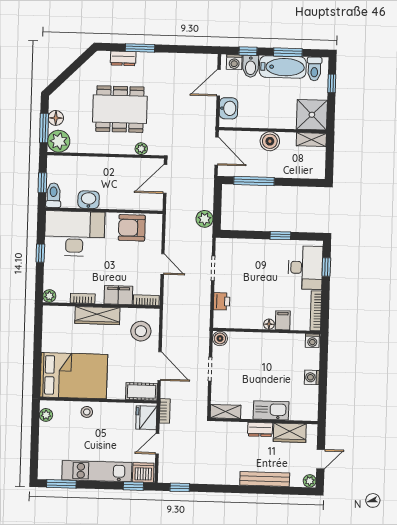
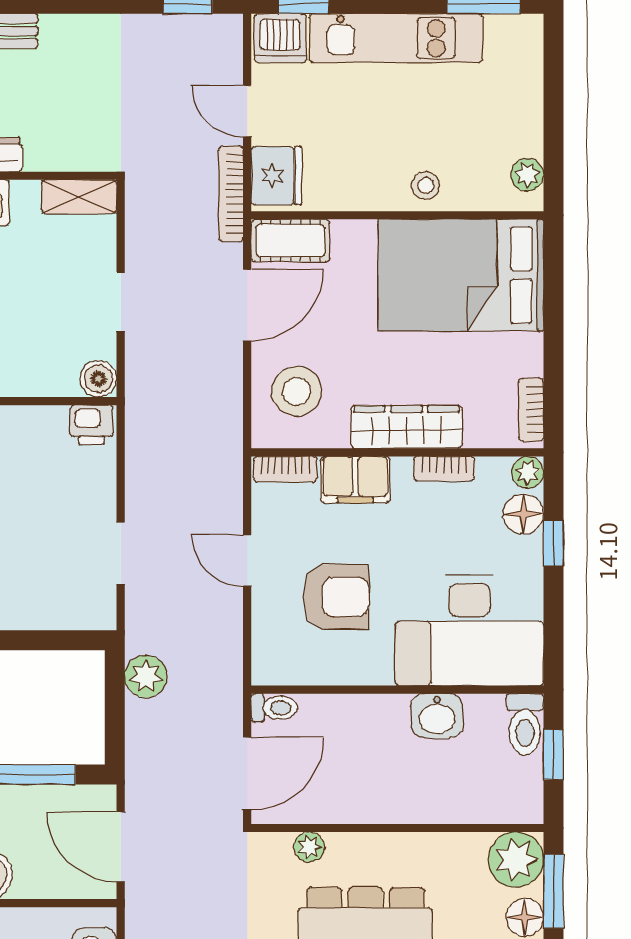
toilet: (154, 205) -> (274, 708), added
armchair: (132, 228) -> (336, 597), moved
window: (40, 253) -> (554, 543), moved
floor lamp: (52, 279) -> (523, 514), added
printer: (222, 301) -> (92, 425), moved, turned -90
bookcase: (47, 321) -> (531, 410), added
door: (160, 366) -> (247, 305), swing flipped
bookcase: (165, 411) -> (231, 194), width x1.56
door: (157, 444) -> (247, 111), swing flipped

